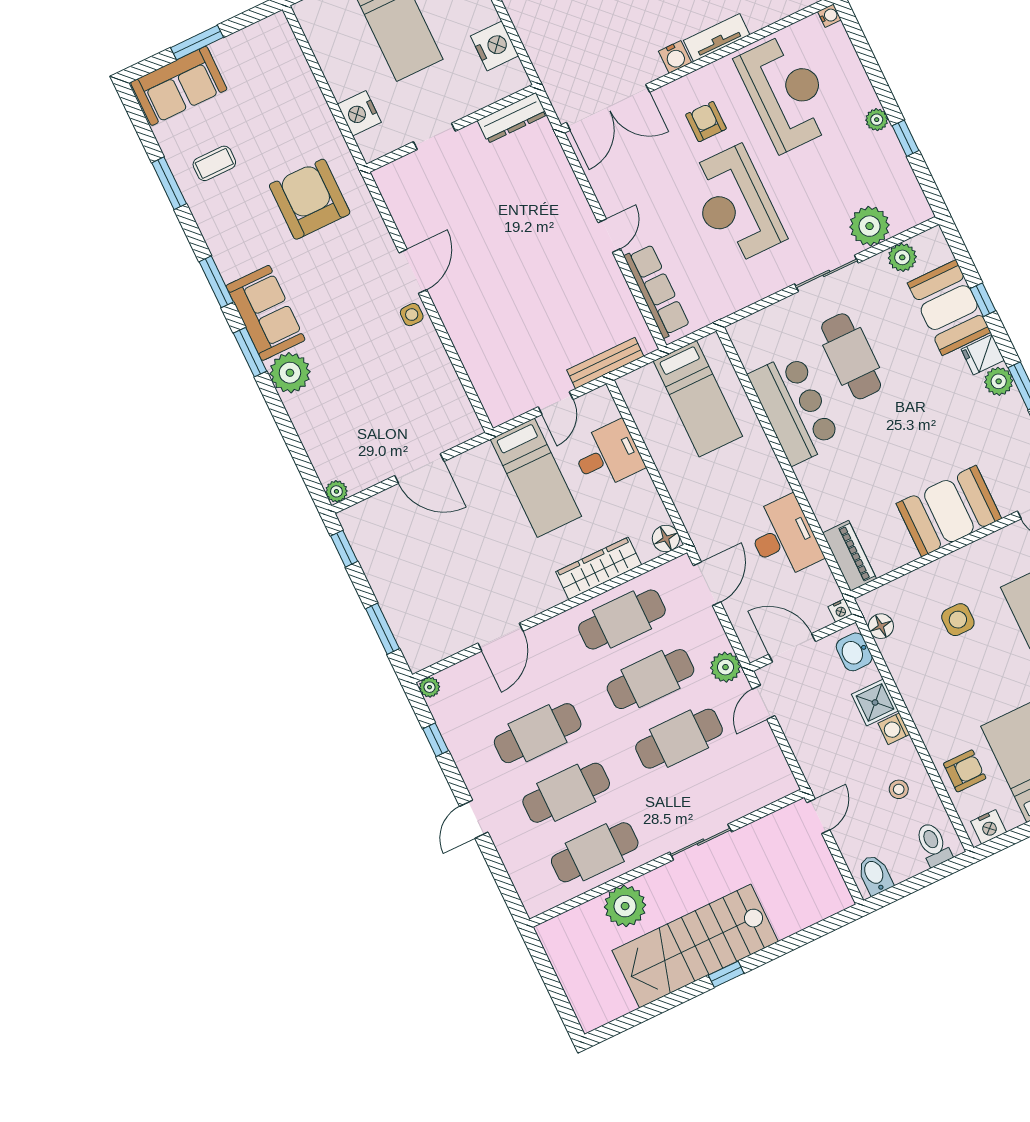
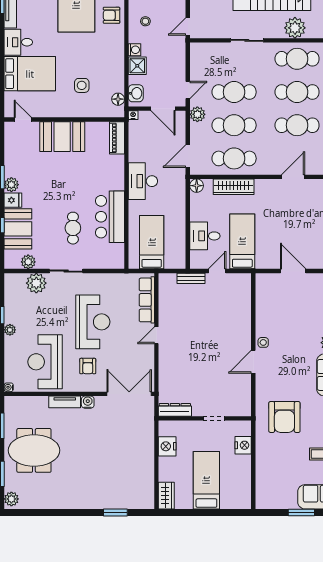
cafe table: (851, 356) -> (73, 228), width x0.73, depth x0.74
bench: (605, 363) -> (191, 278), width x0.73
desk: (784, 538) -> (143, 181), moved

